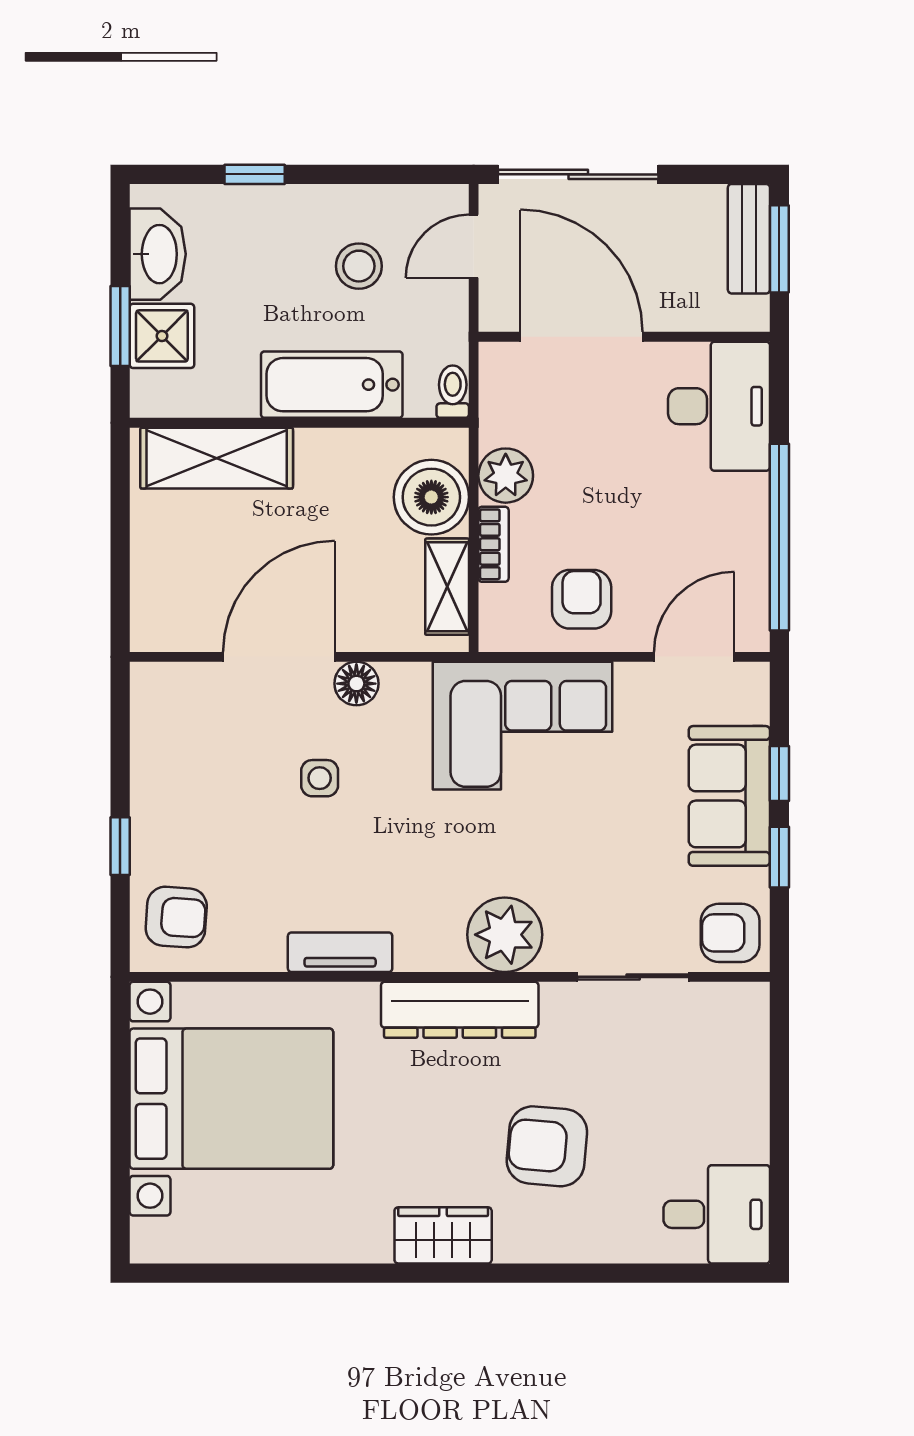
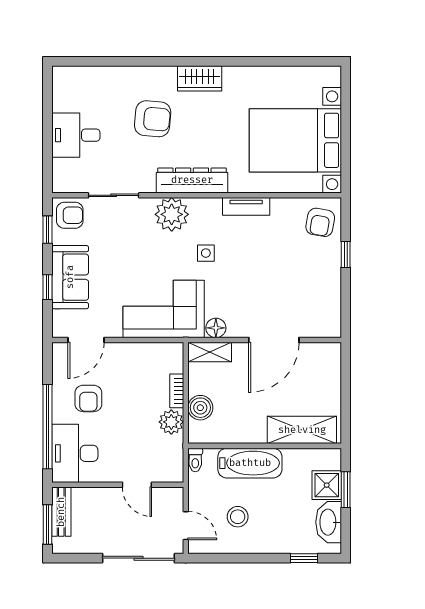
window: (255, 174) -> (304, 558), moved
bench: (749, 239) -> (61, 512), moved
door: (474, 246) -> (186, 526), hinge flipped
door: (582, 337) -> (137, 485), width x0.53
boiler: (431, 497) -> (200, 408), width x0.73, depth x0.73
window: (779, 537) -> (48, 427), moved
shelving: (447, 587) -> (210, 352), moved, turned 90
armchair: (582, 599) -> (88, 398), moved
floor lamp: (356, 684) -> (216, 328), moved
side table: (320, 778) -> (206, 253), moved
window: (779, 857) -> (48, 230), moved
armchair: (176, 917) -> (320, 222), turned -84
desk: (717, 1214) -> (76, 135), moved

